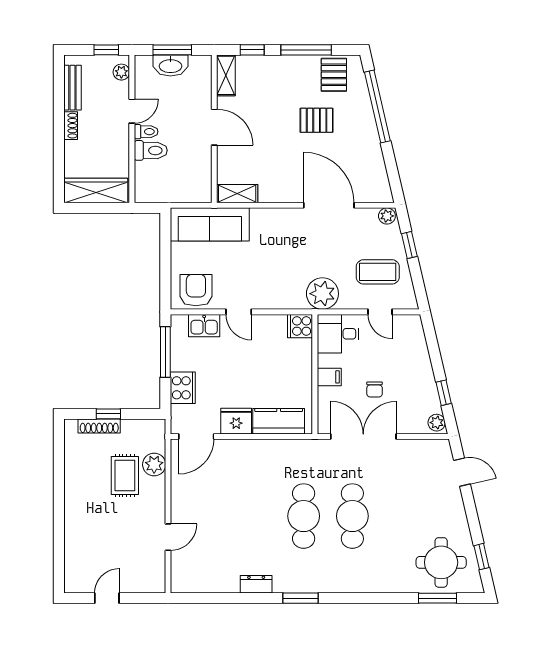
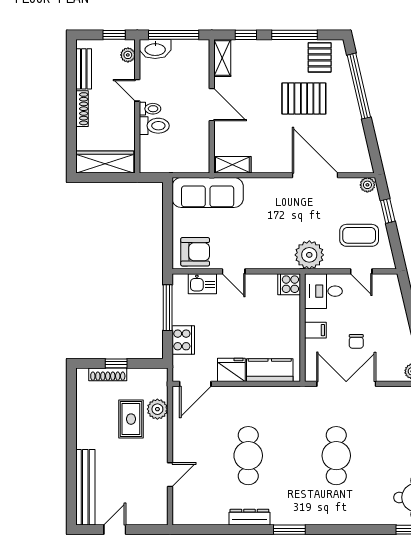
window: (172, 50) -> (174, 35), width x1.44
washbasin: (170, 65) -> (155, 49), moved
door: (132, 111) -> (137, 90), swing flipped
pallet: (317, 120) -> (304, 98), width x1.50, depth x1.42
shoe rack: (71, 126) -> (82, 109), width x1.43
armchair: (196, 290) -> (195, 252), turned 90
cafe table: (304, 516) -> (248, 456), moved
bench: (74, 551) -> (85, 487), added
dresser: (256, 584) -> (249, 517), width x1.44

